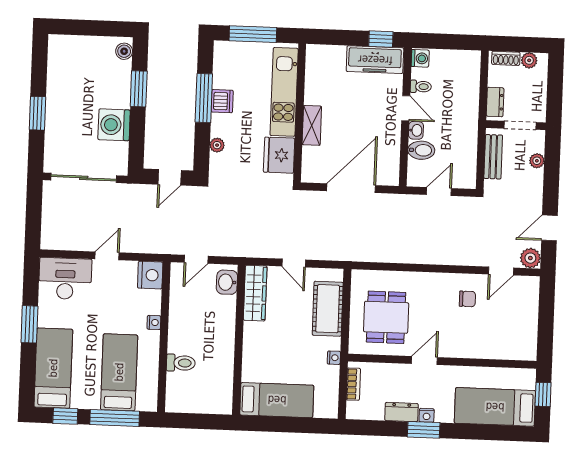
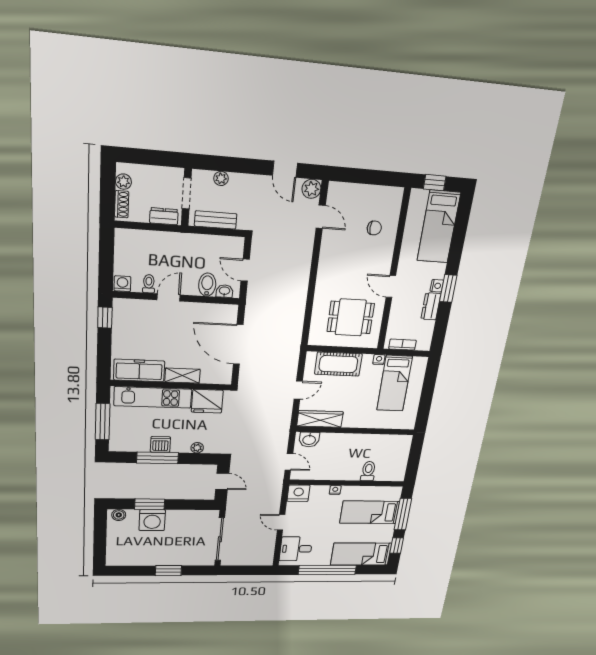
freezer: (375, 60) -> (139, 370), moved, turned -90
washing machine: (114, 125) -> (152, 520), moved
washbasin: (416, 130) -> (224, 291), moved
desk: (65, 279) -> (296, 549), width x0.73
chair: (467, 299) -> (374, 228), moved, turned 90
window: (29, 324) -> (327, 570), width x2.11
bed: (277, 400) -> (394, 383), moved, turned 180

